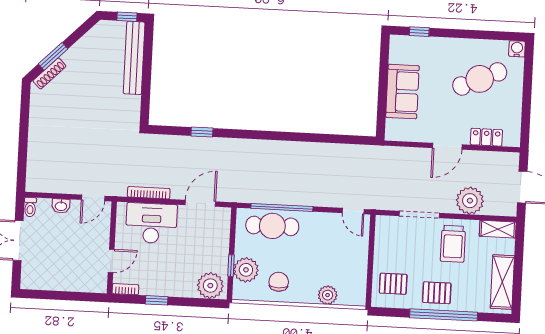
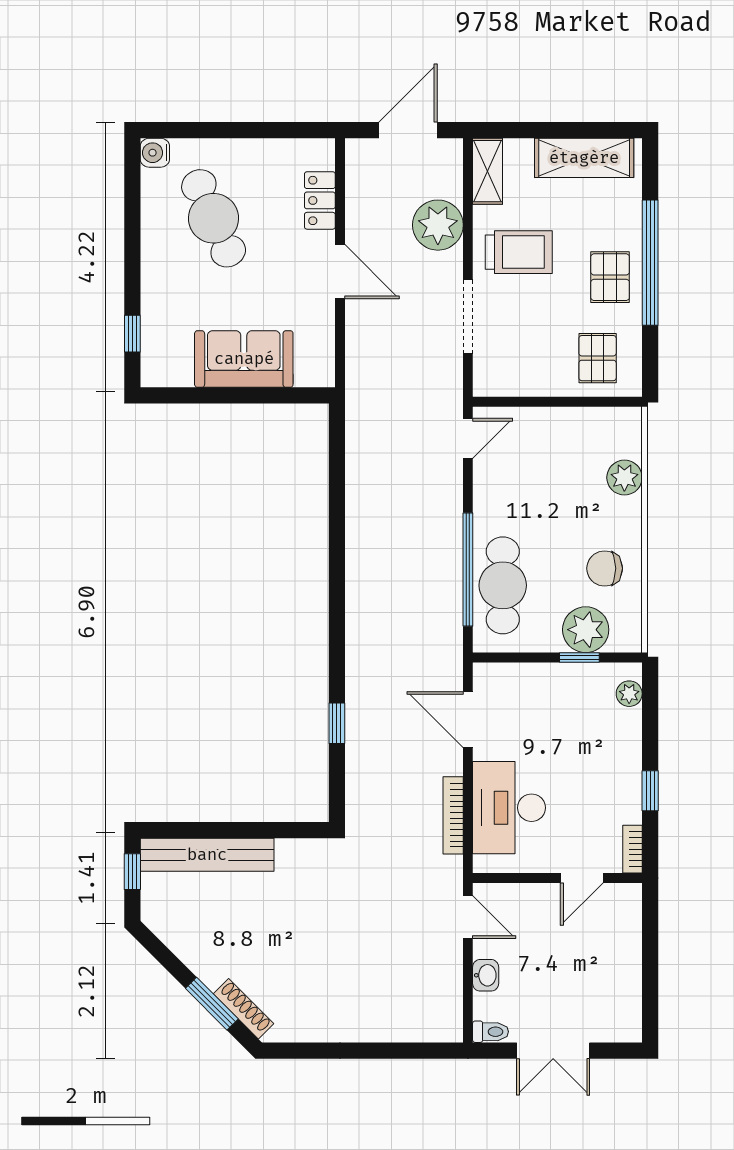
door: (111, 261) -> (582, 878), swing flipped
plant: (210, 286) -> (629, 694), width x0.53, depth x0.53

